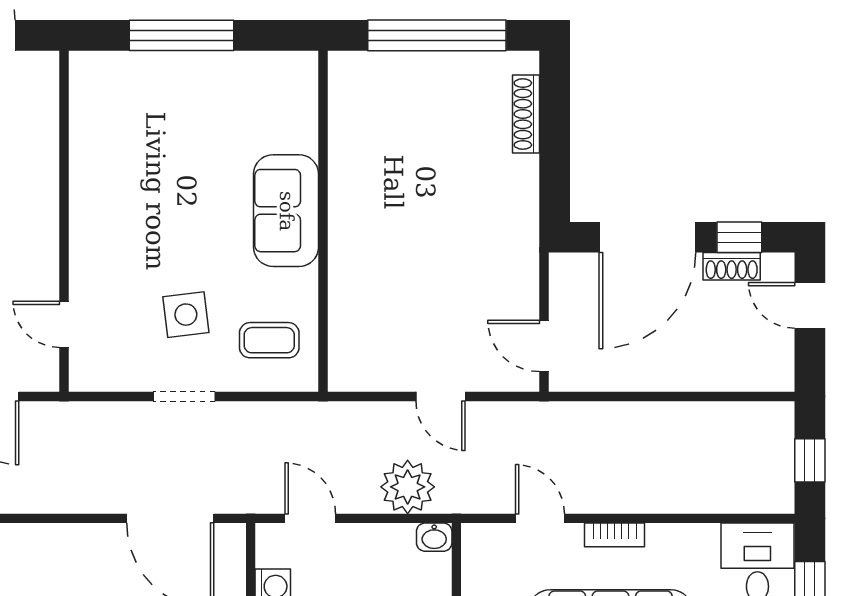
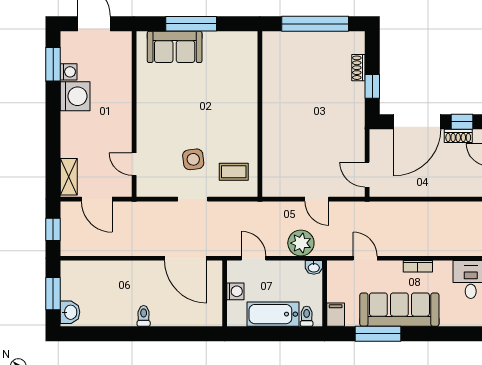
shoe rack: (526, 114) -> (358, 68), width x0.70
window: (555, 164) -> (372, 86), added
sofa: (286, 211) -> (175, 47), moved, turned -90
bookcase: (615, 535) -> (418, 266), moved

